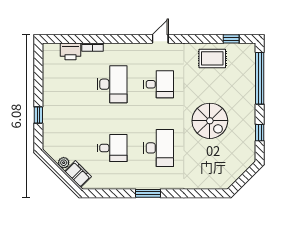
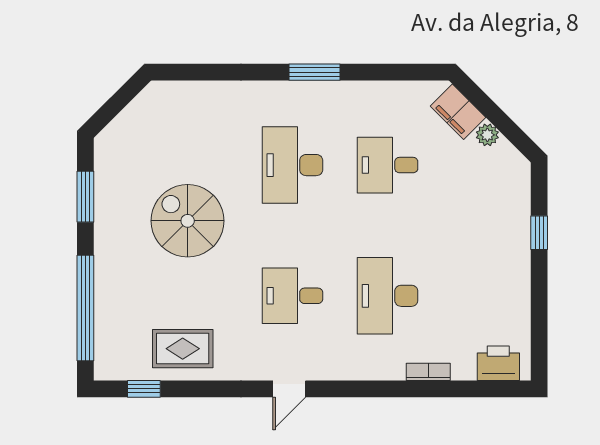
printer: (71, 51) -> (498, 363), moved
window: (260, 133) -> (85, 197), width x1.50

